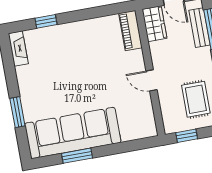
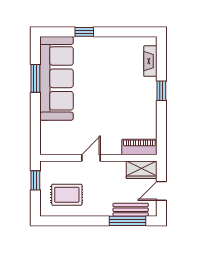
window: (46, 21) -> (161, 91), moved
fireplace: (18, 49) -> (150, 61), moved, turned 90
window: (17, 112) -> (84, 32), width x0.67

